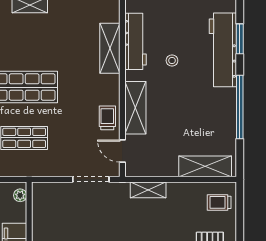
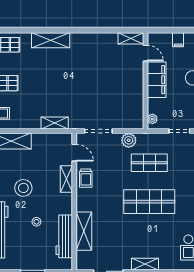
stool: (189, 105) -> (23, 188), added
shelving: (135, 108) -> (66, 179), width x0.67, depth x0.75
plant: (51, 167) -> (129, 140), added

